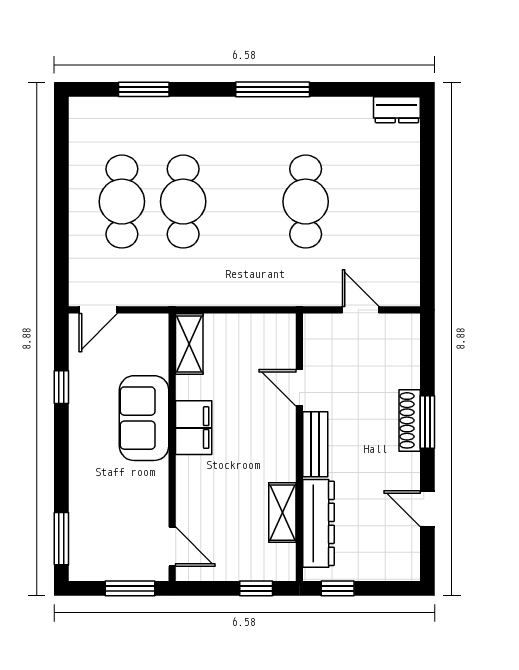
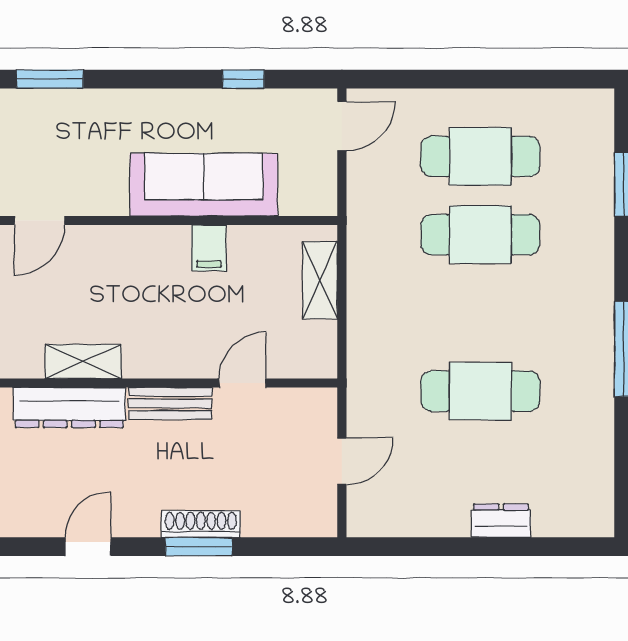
dresser: (397, 110) -> (501, 521), moved, turned 90
door: (98, 310) -> (342, 126), swing flipped
shelving: (189, 344) -> (320, 280), moved, turned 90
sofa: (144, 418) -> (204, 185), width x1.36
filing cabinet: (194, 428) -> (209, 248), width x0.50

